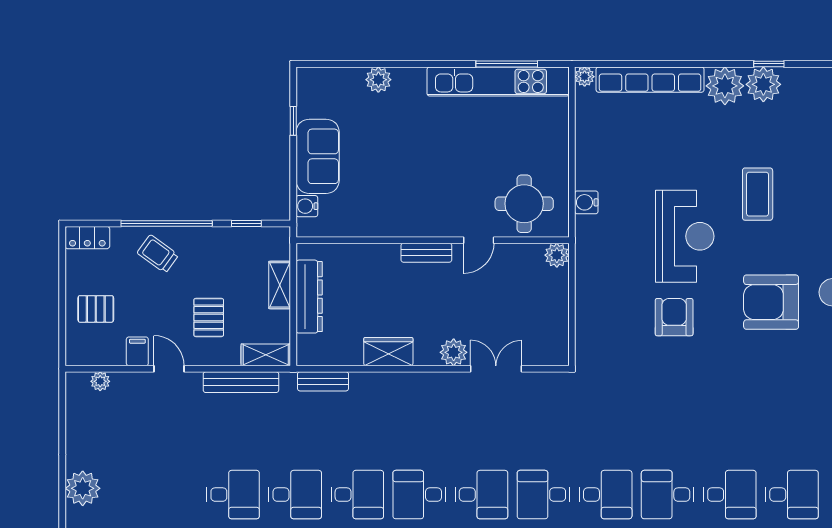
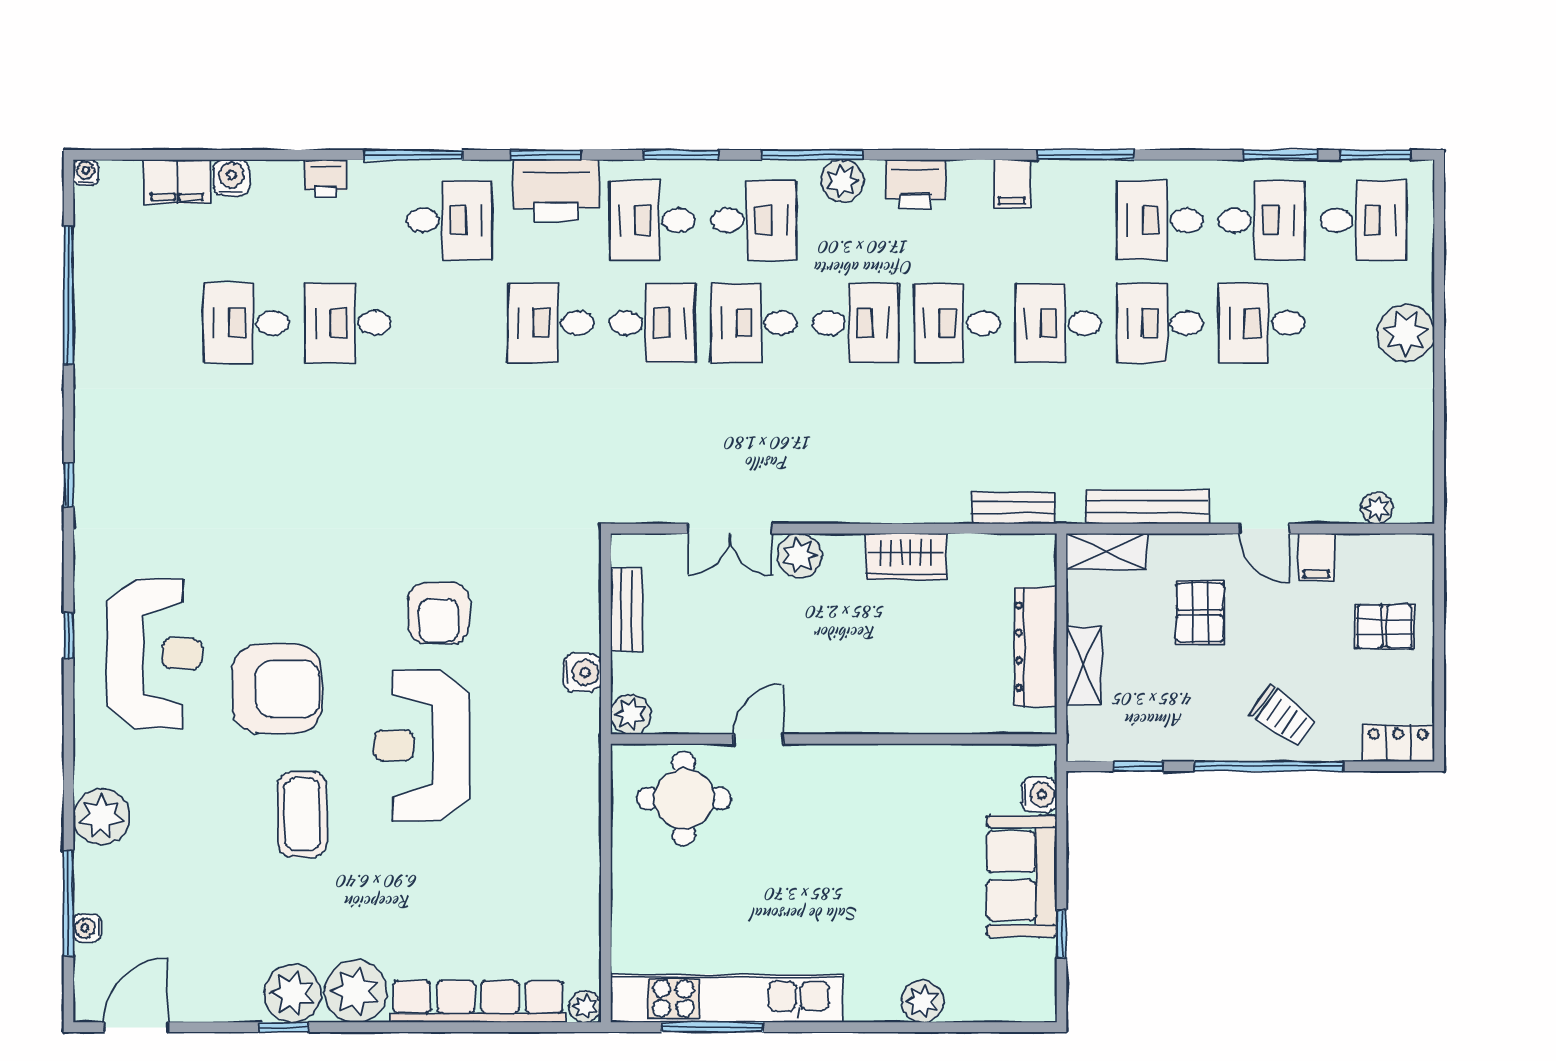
water cooler: (586, 202) -> (582, 673), moved
bench: (426, 253) -> (626, 610), moved, turned 90
armchair: (771, 302) -> (277, 689), moved
desk: (668, 495) -> (1261, 323), moved, turned 180

